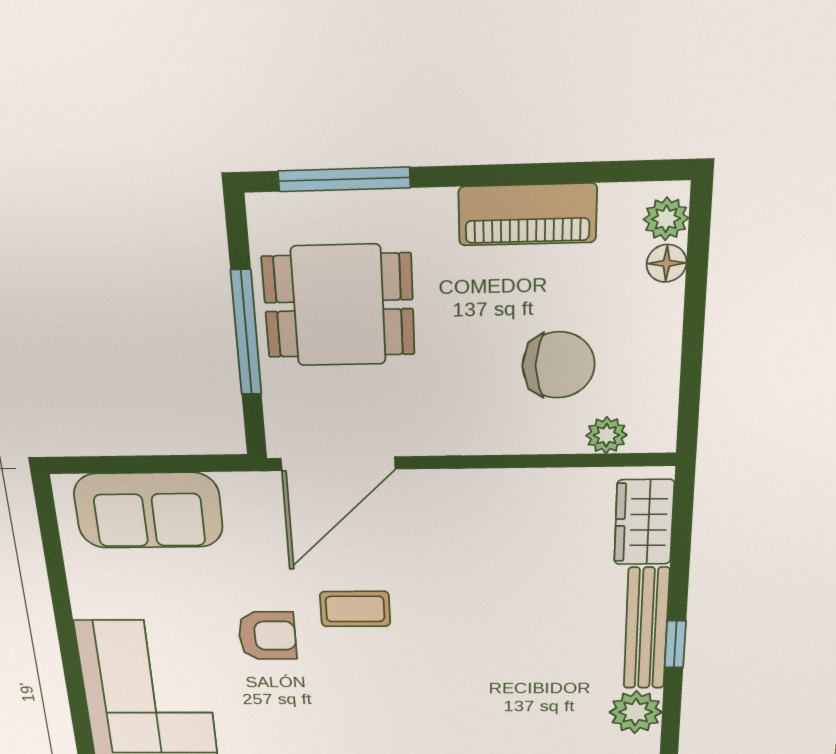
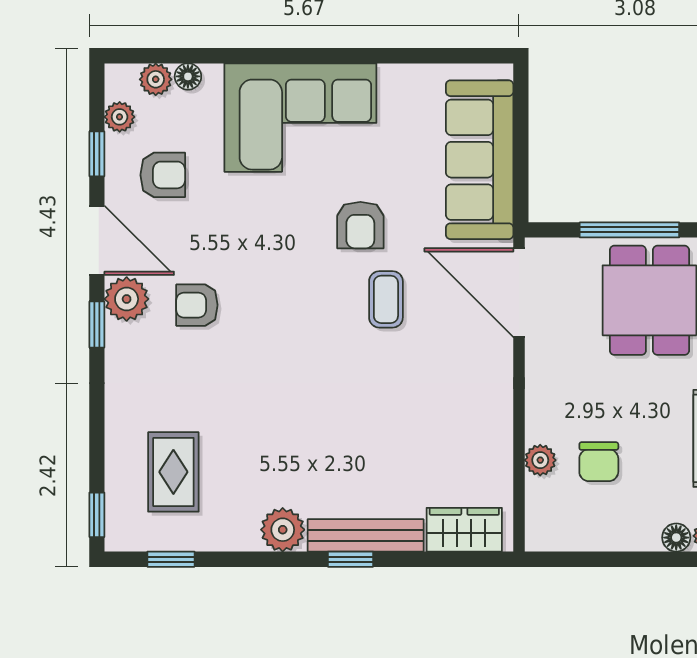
chair: (558, 365) -> (599, 462), width x0.73, depth x0.73
plant: (606, 435) -> (540, 460), moved
sofa: (148, 510) -> (480, 160), width x1.36

